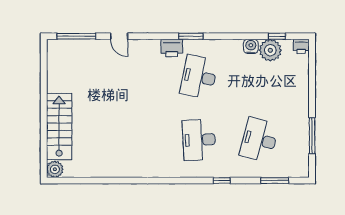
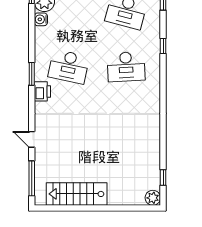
door: (119, 36) -> (32, 139), swing flipped
stairs: (59, 127) -> (77, 194), moved
window: (77, 181) -> (163, 178), added

